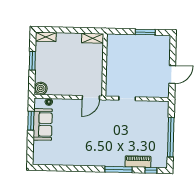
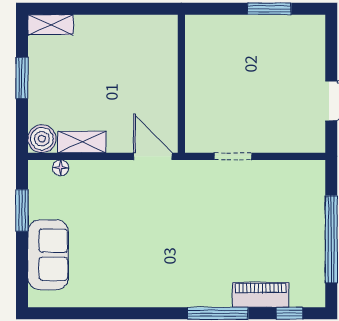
shelving: (93, 38) -> (82, 142), moved
door: (91, 98) -> (153, 156), swing flipped
sofa: (43, 124) -> (48, 255), moved

